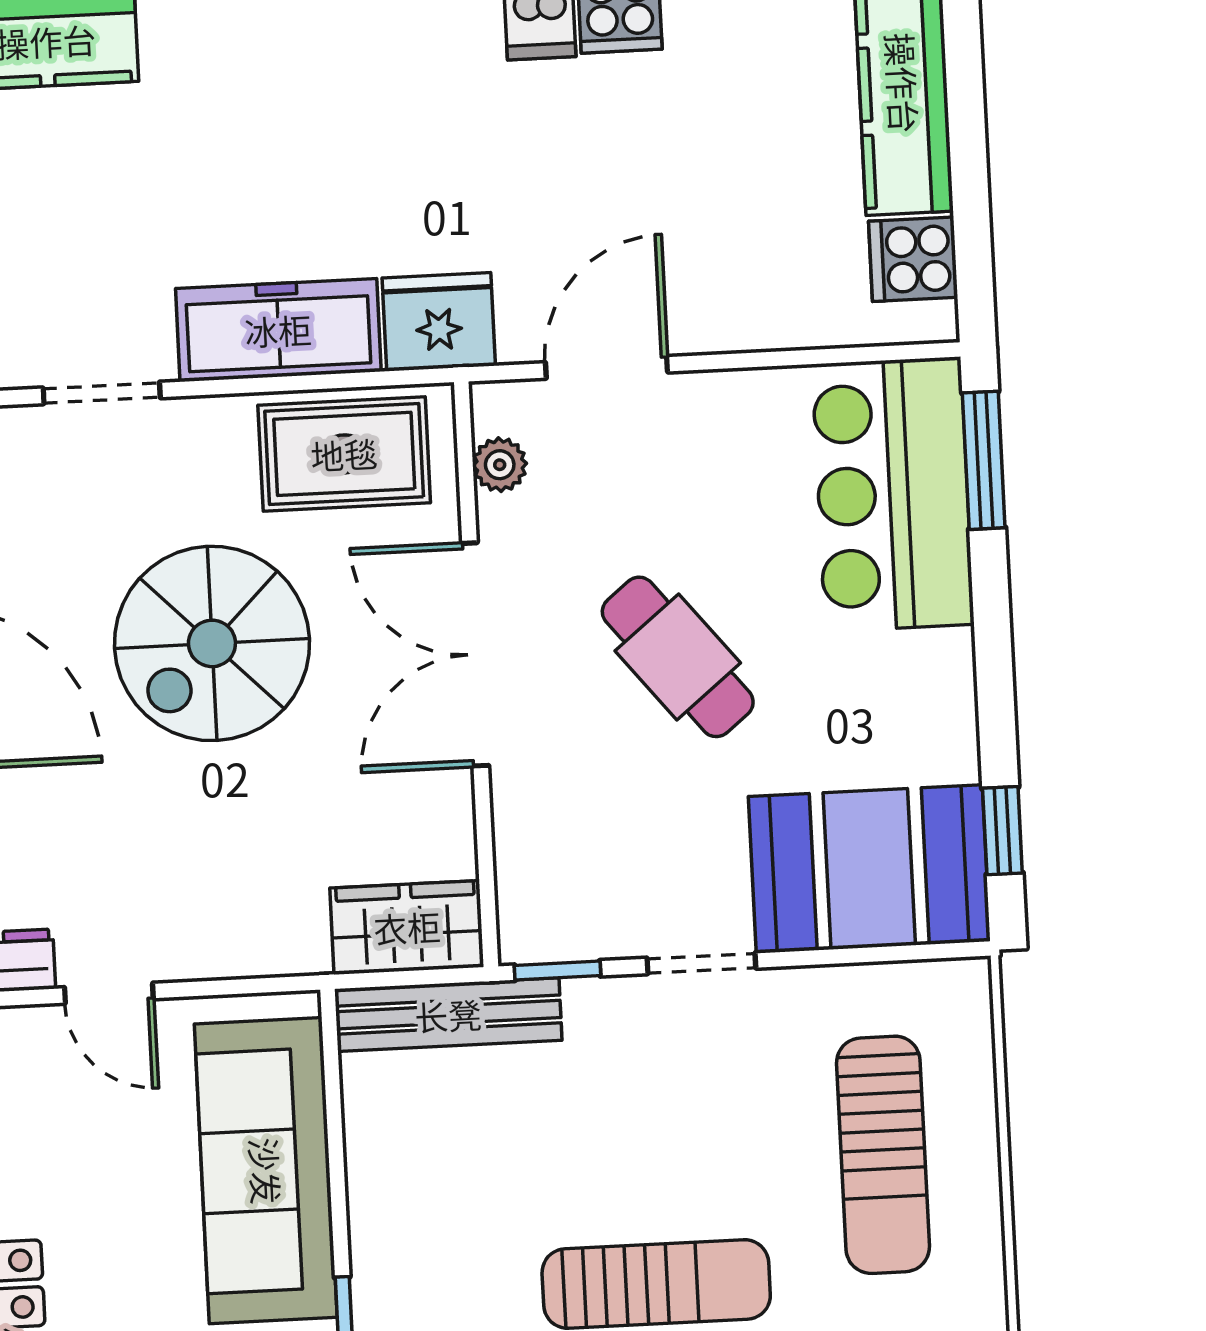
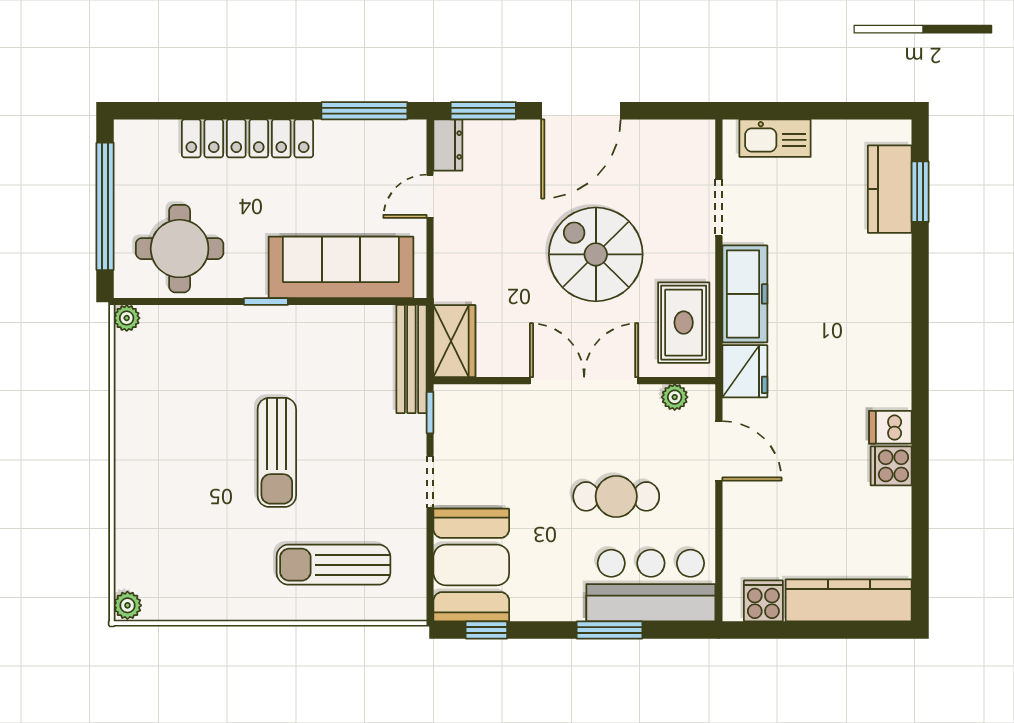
window: (984, 460) -> (610, 630), moved
cafe table: (678, 657) -> (616, 496), moved, turned 39

